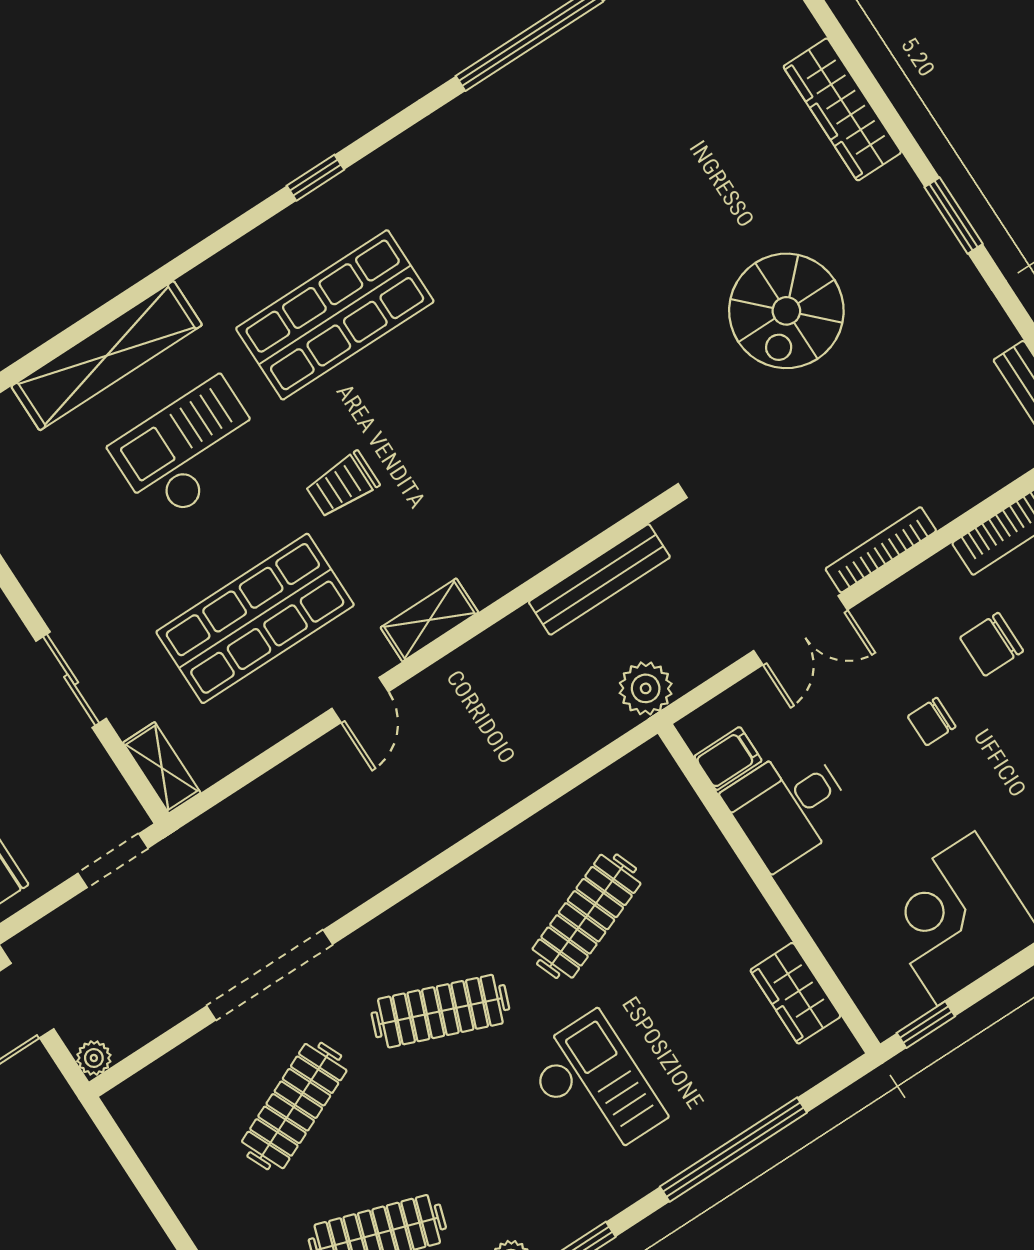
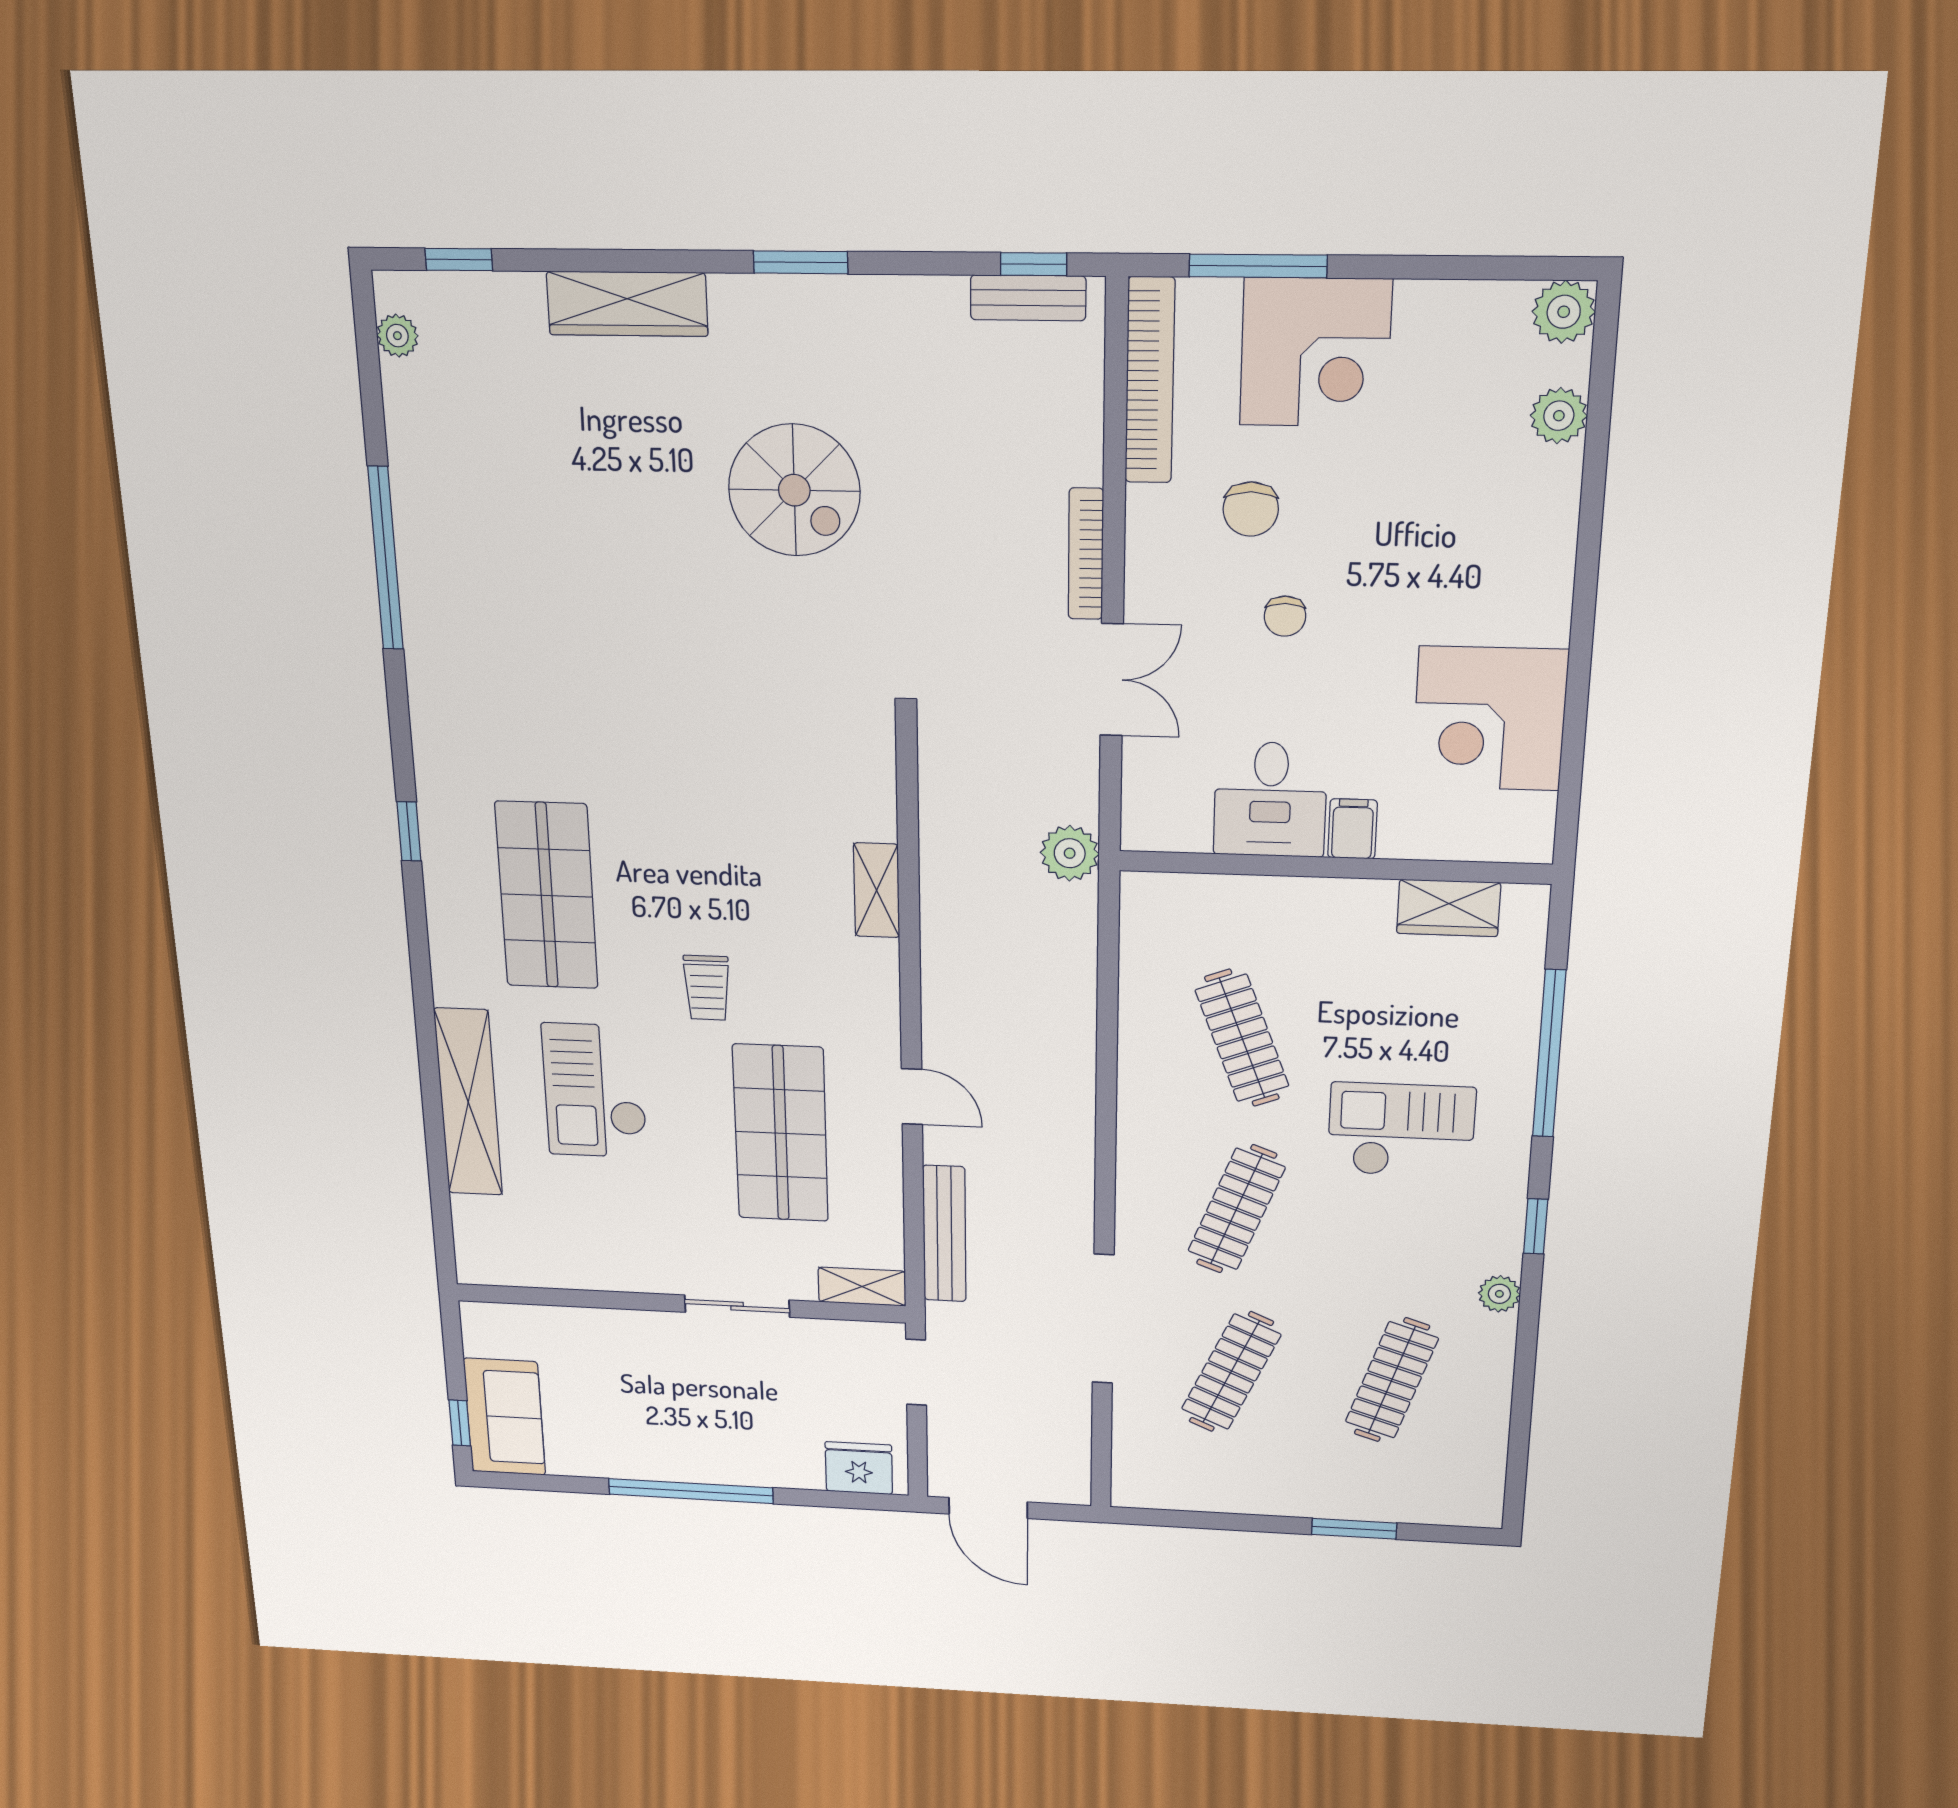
bench: (599, 579) -> (944, 1234), moved
shelving: (429, 620) -> (877, 890), moved
filing cabinet: (728, 759) -> (1352, 829), moved
window: (926, 1025) -> (1568, 812), removed
plant: (94, 1058) -> (1074, 1490), removed
clothes rail: (294, 1106) -> (1231, 1372), turned 48

